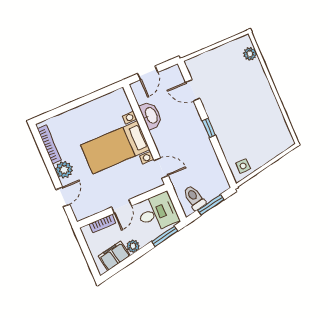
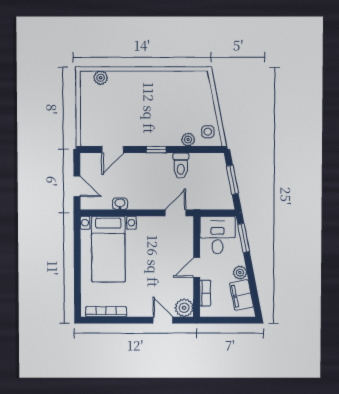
washbasin: (151, 115) -> (120, 204), width x0.52, depth x0.69
bed with nightstands: (115, 147) -> (108, 249), moved
plant: (229, 152) -> (188, 140), added
plant: (64, 170) -> (184, 308), moved
toilet: (194, 198) -> (181, 166), moved, turned -79
door: (122, 207) -> (197, 267), swing flipped

